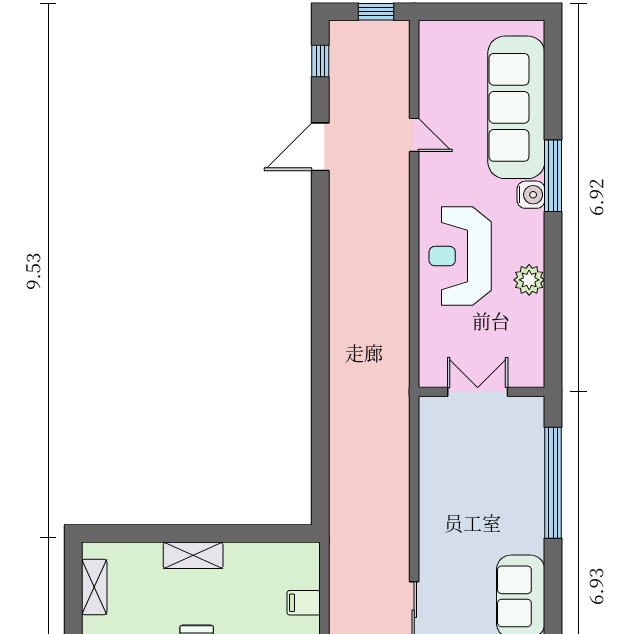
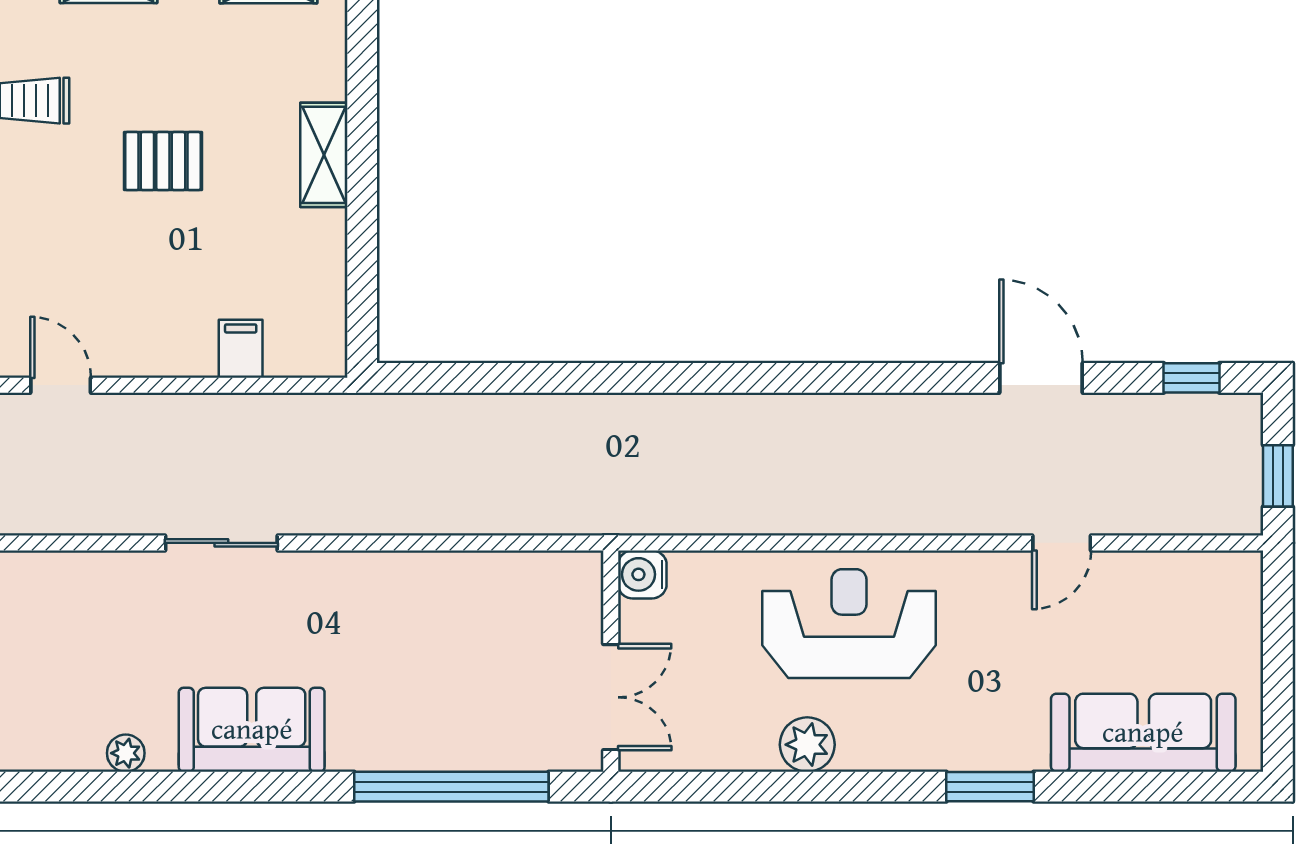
sofa: (516, 107) -> (1143, 733), width x0.74, depth x0.79
window: (553, 176) -> (990, 787), width x0.69
water cooler: (531, 195) -> (642, 574), moved, turned 90
double door: (478, 392) -> (611, 697), moved

